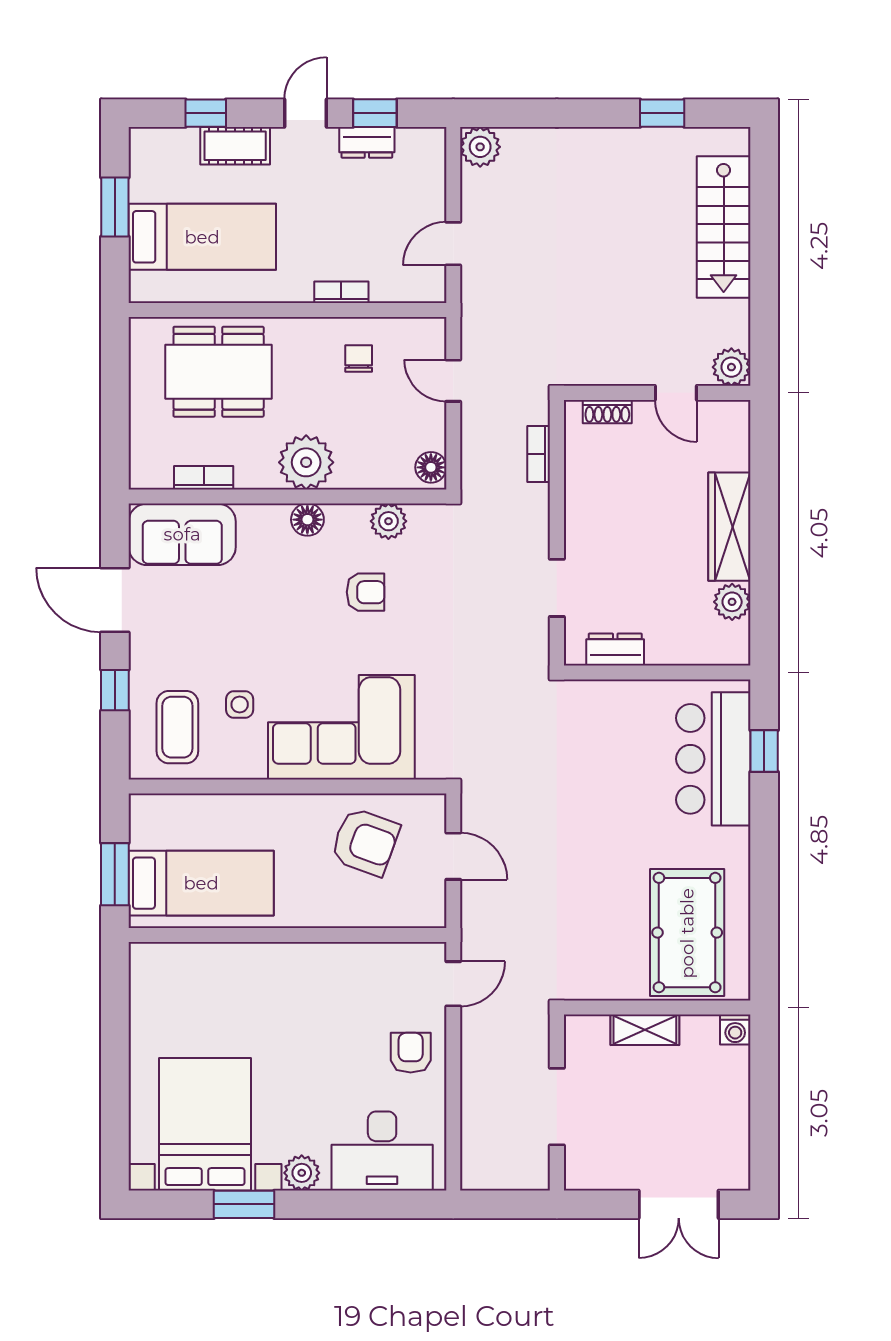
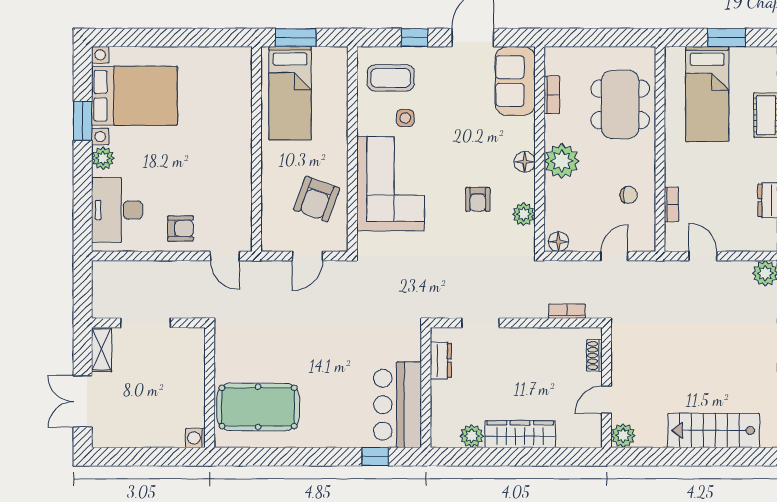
bookcase: (341, 292) -> (671, 204), moved
bar counter: (713, 759) -> (398, 405), moved, turned -90
shelving: (645, 1030) -> (101, 349), moved

